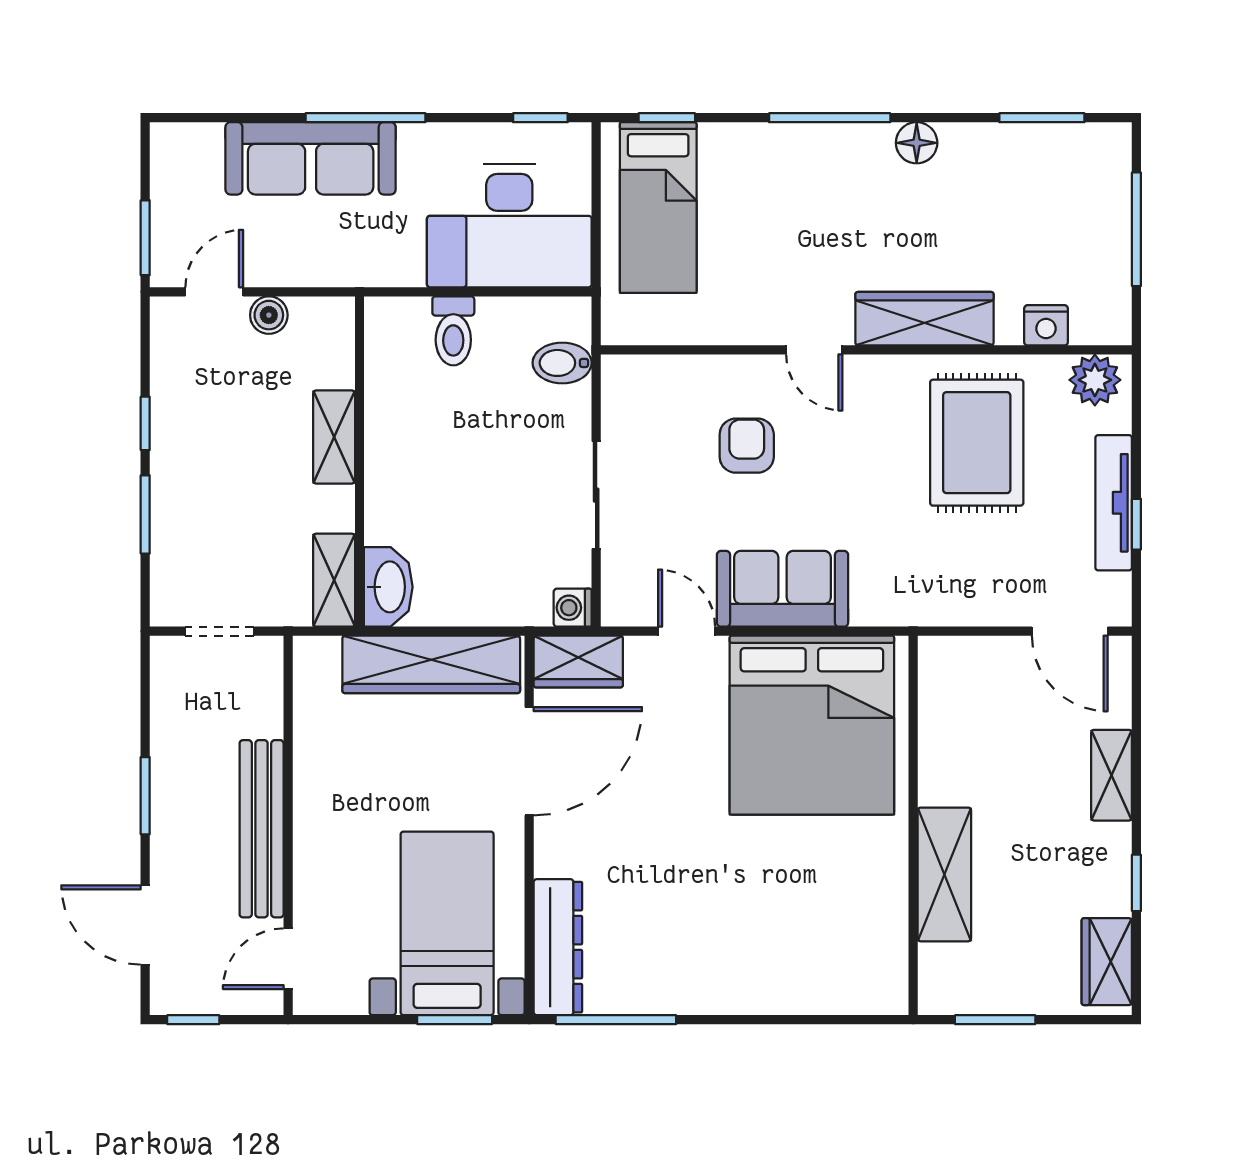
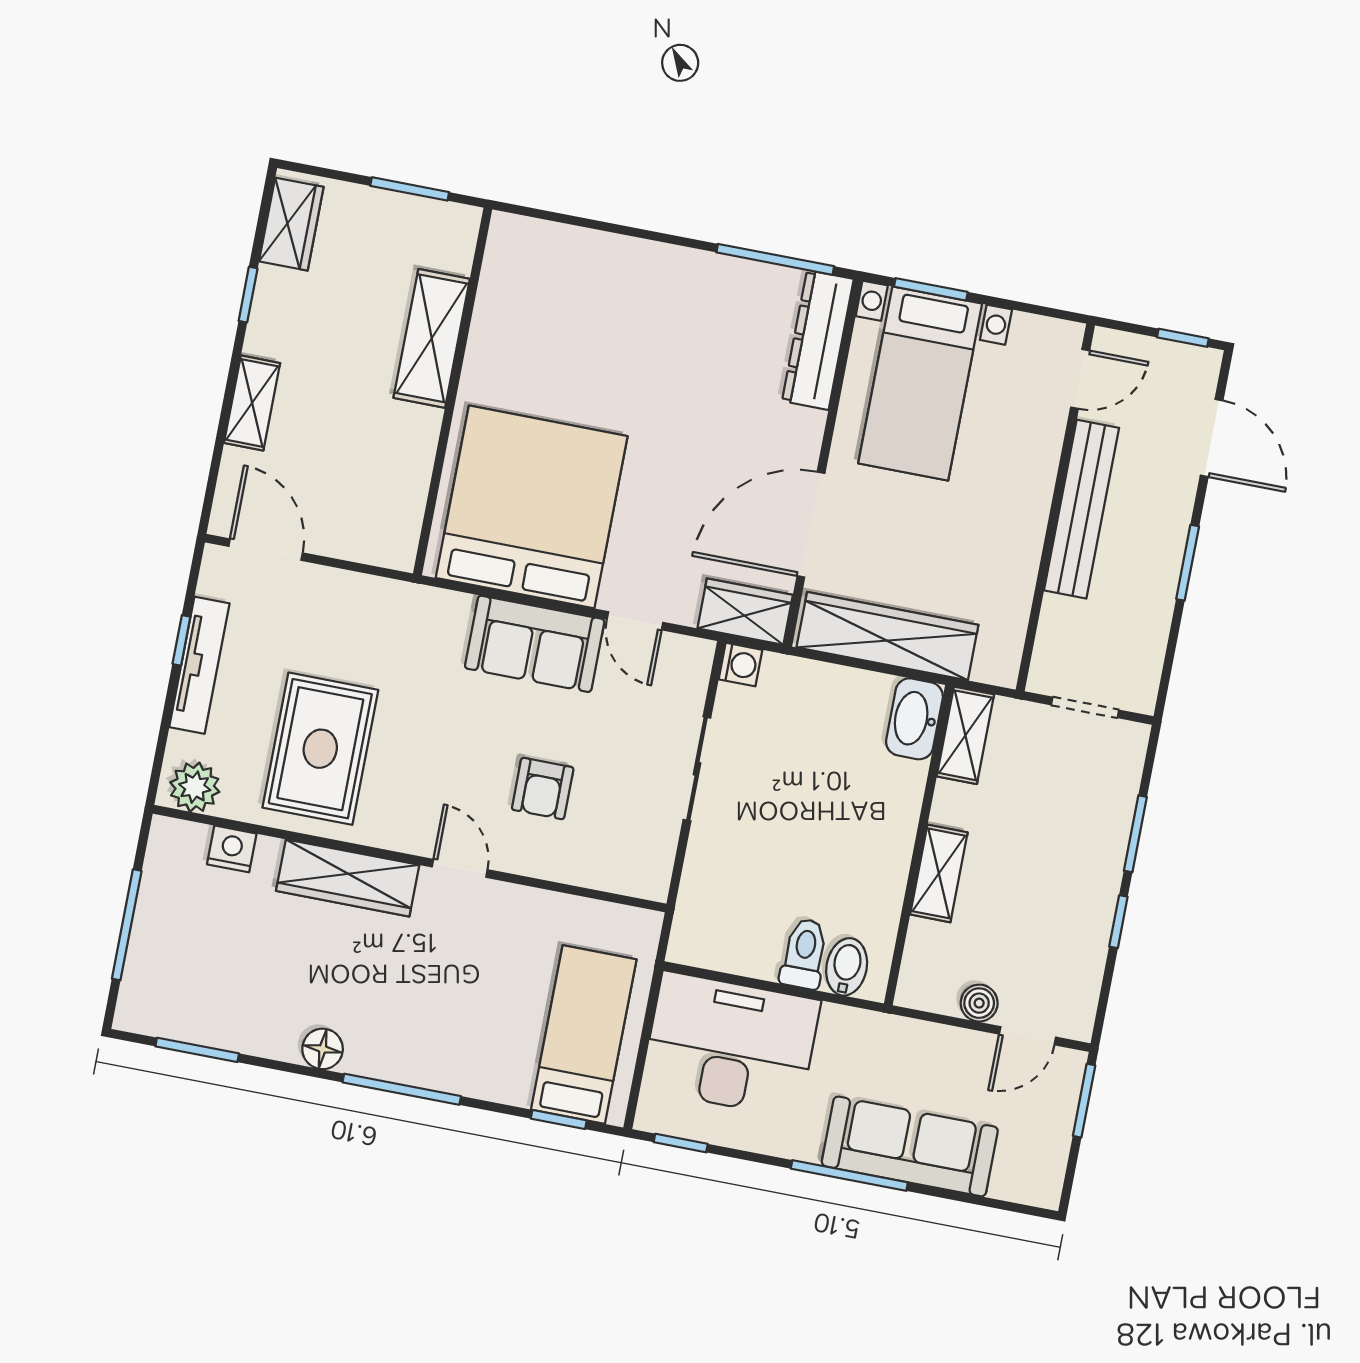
bidet: (562, 363) -> (847, 967), moved, turned -90

